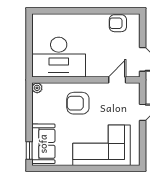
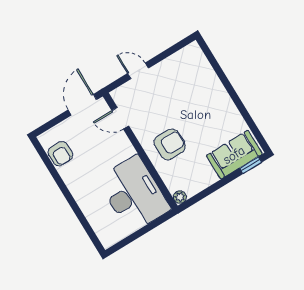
armchair: (78, 103) -> (170, 144), turned -90
corner sofa: (101, 145) -> (199, 93), removed

